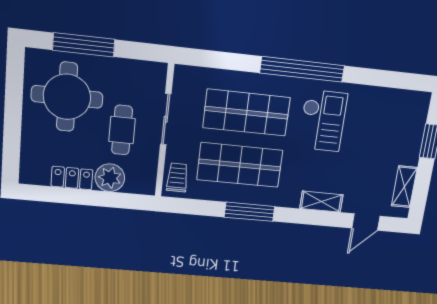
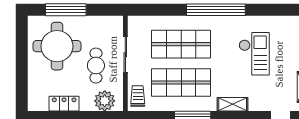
checkout: (323, 121) -> (254, 54), moved
plant: (110, 178) -> (105, 101), moved
shelving: (321, 202) -> (233, 104), moved

